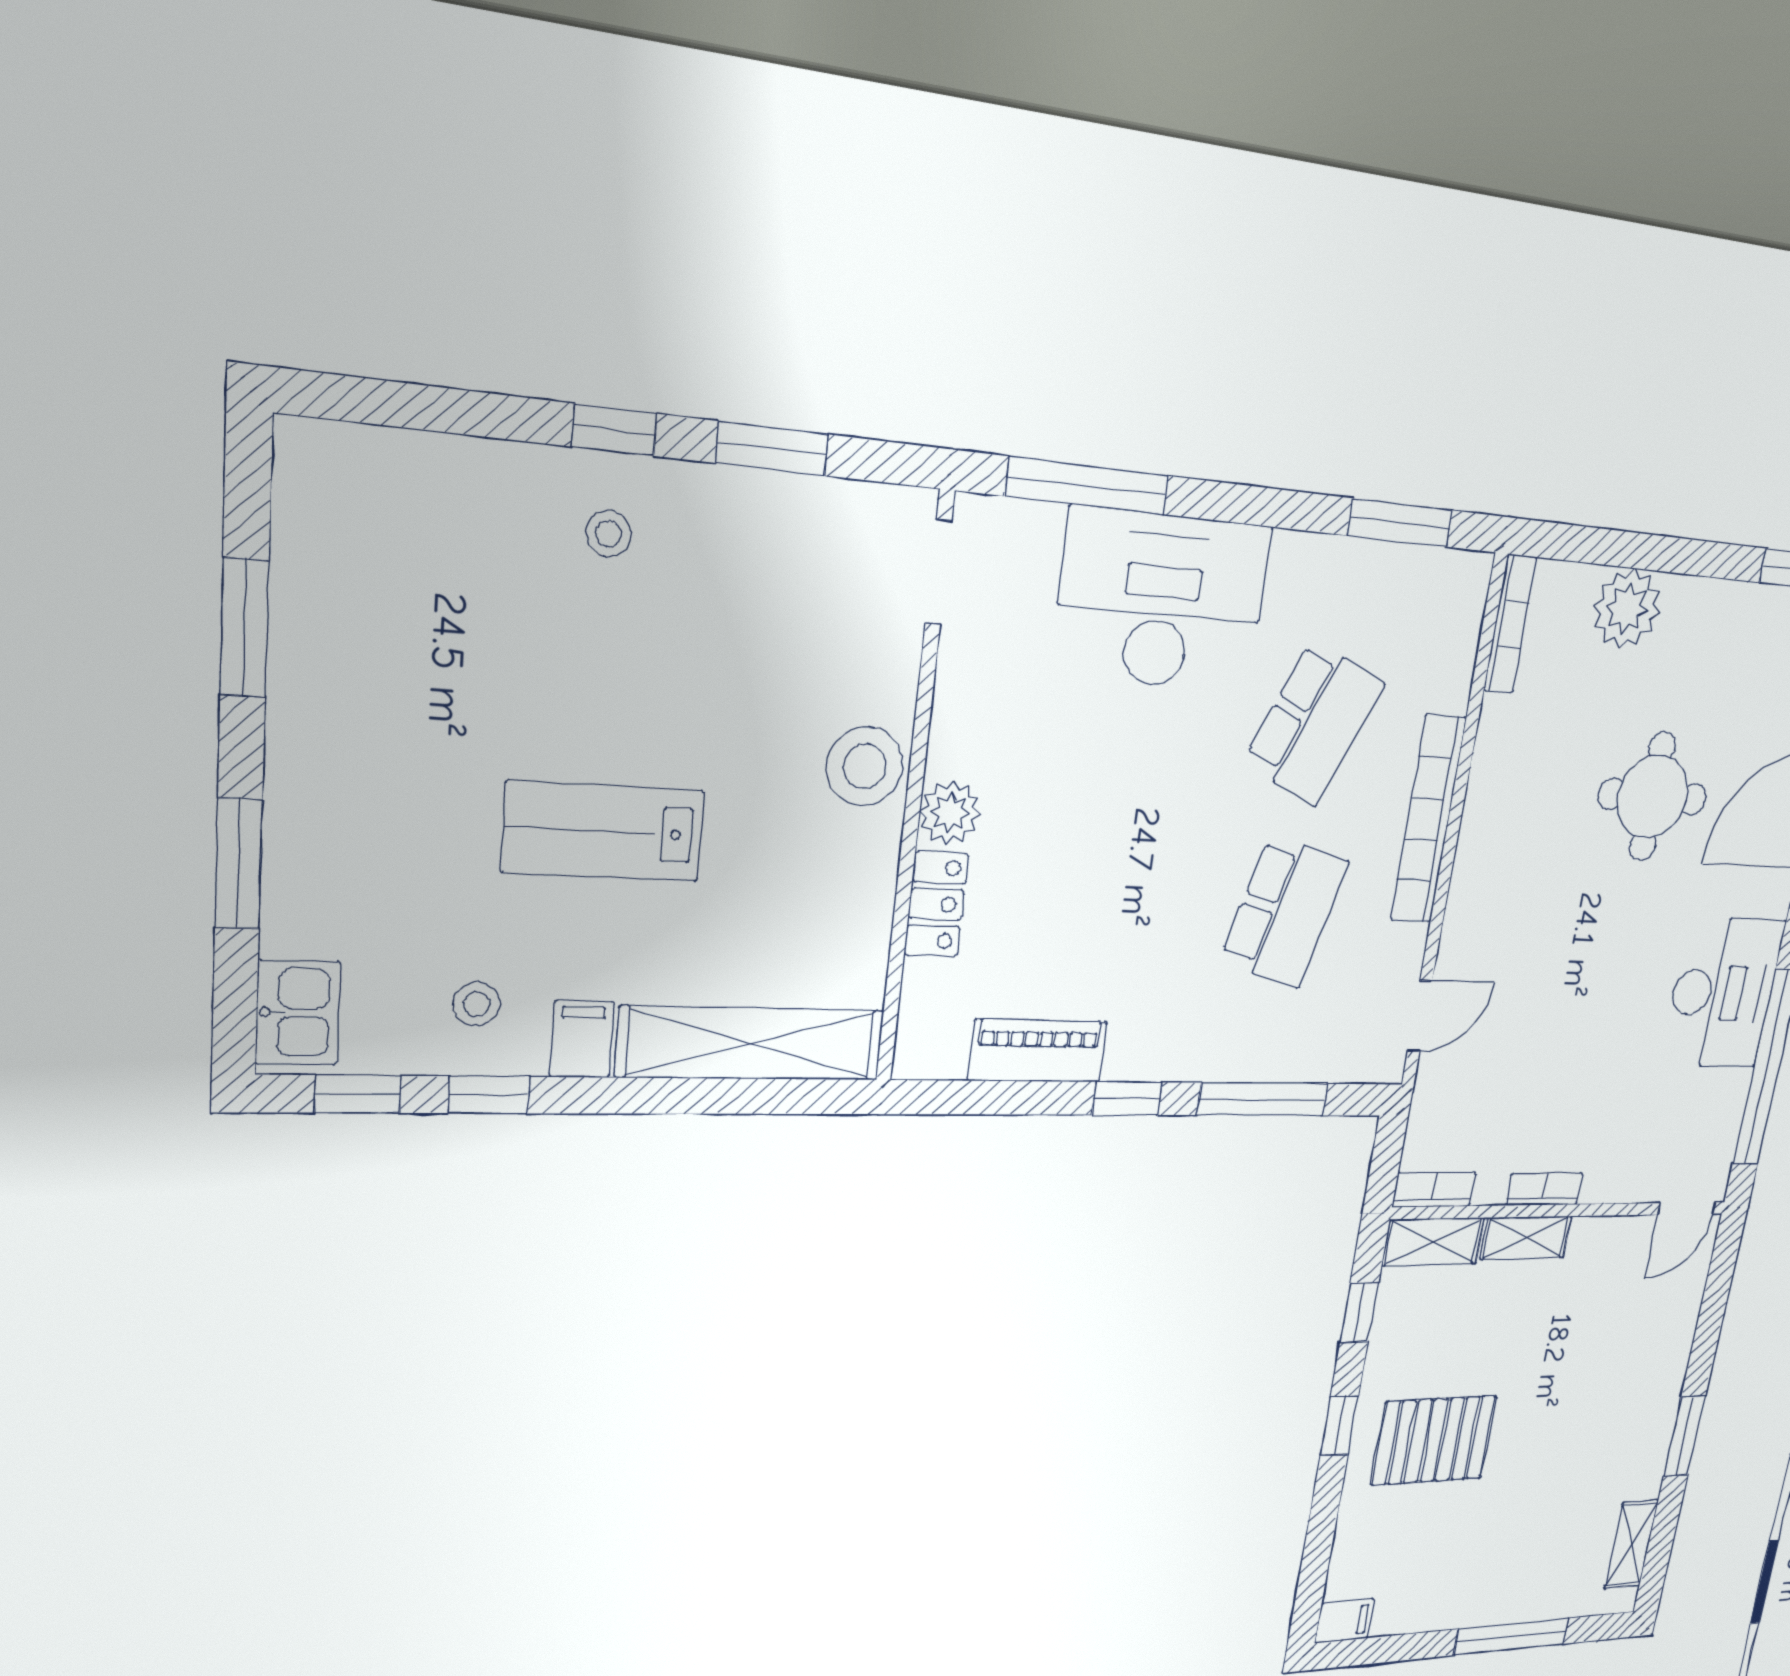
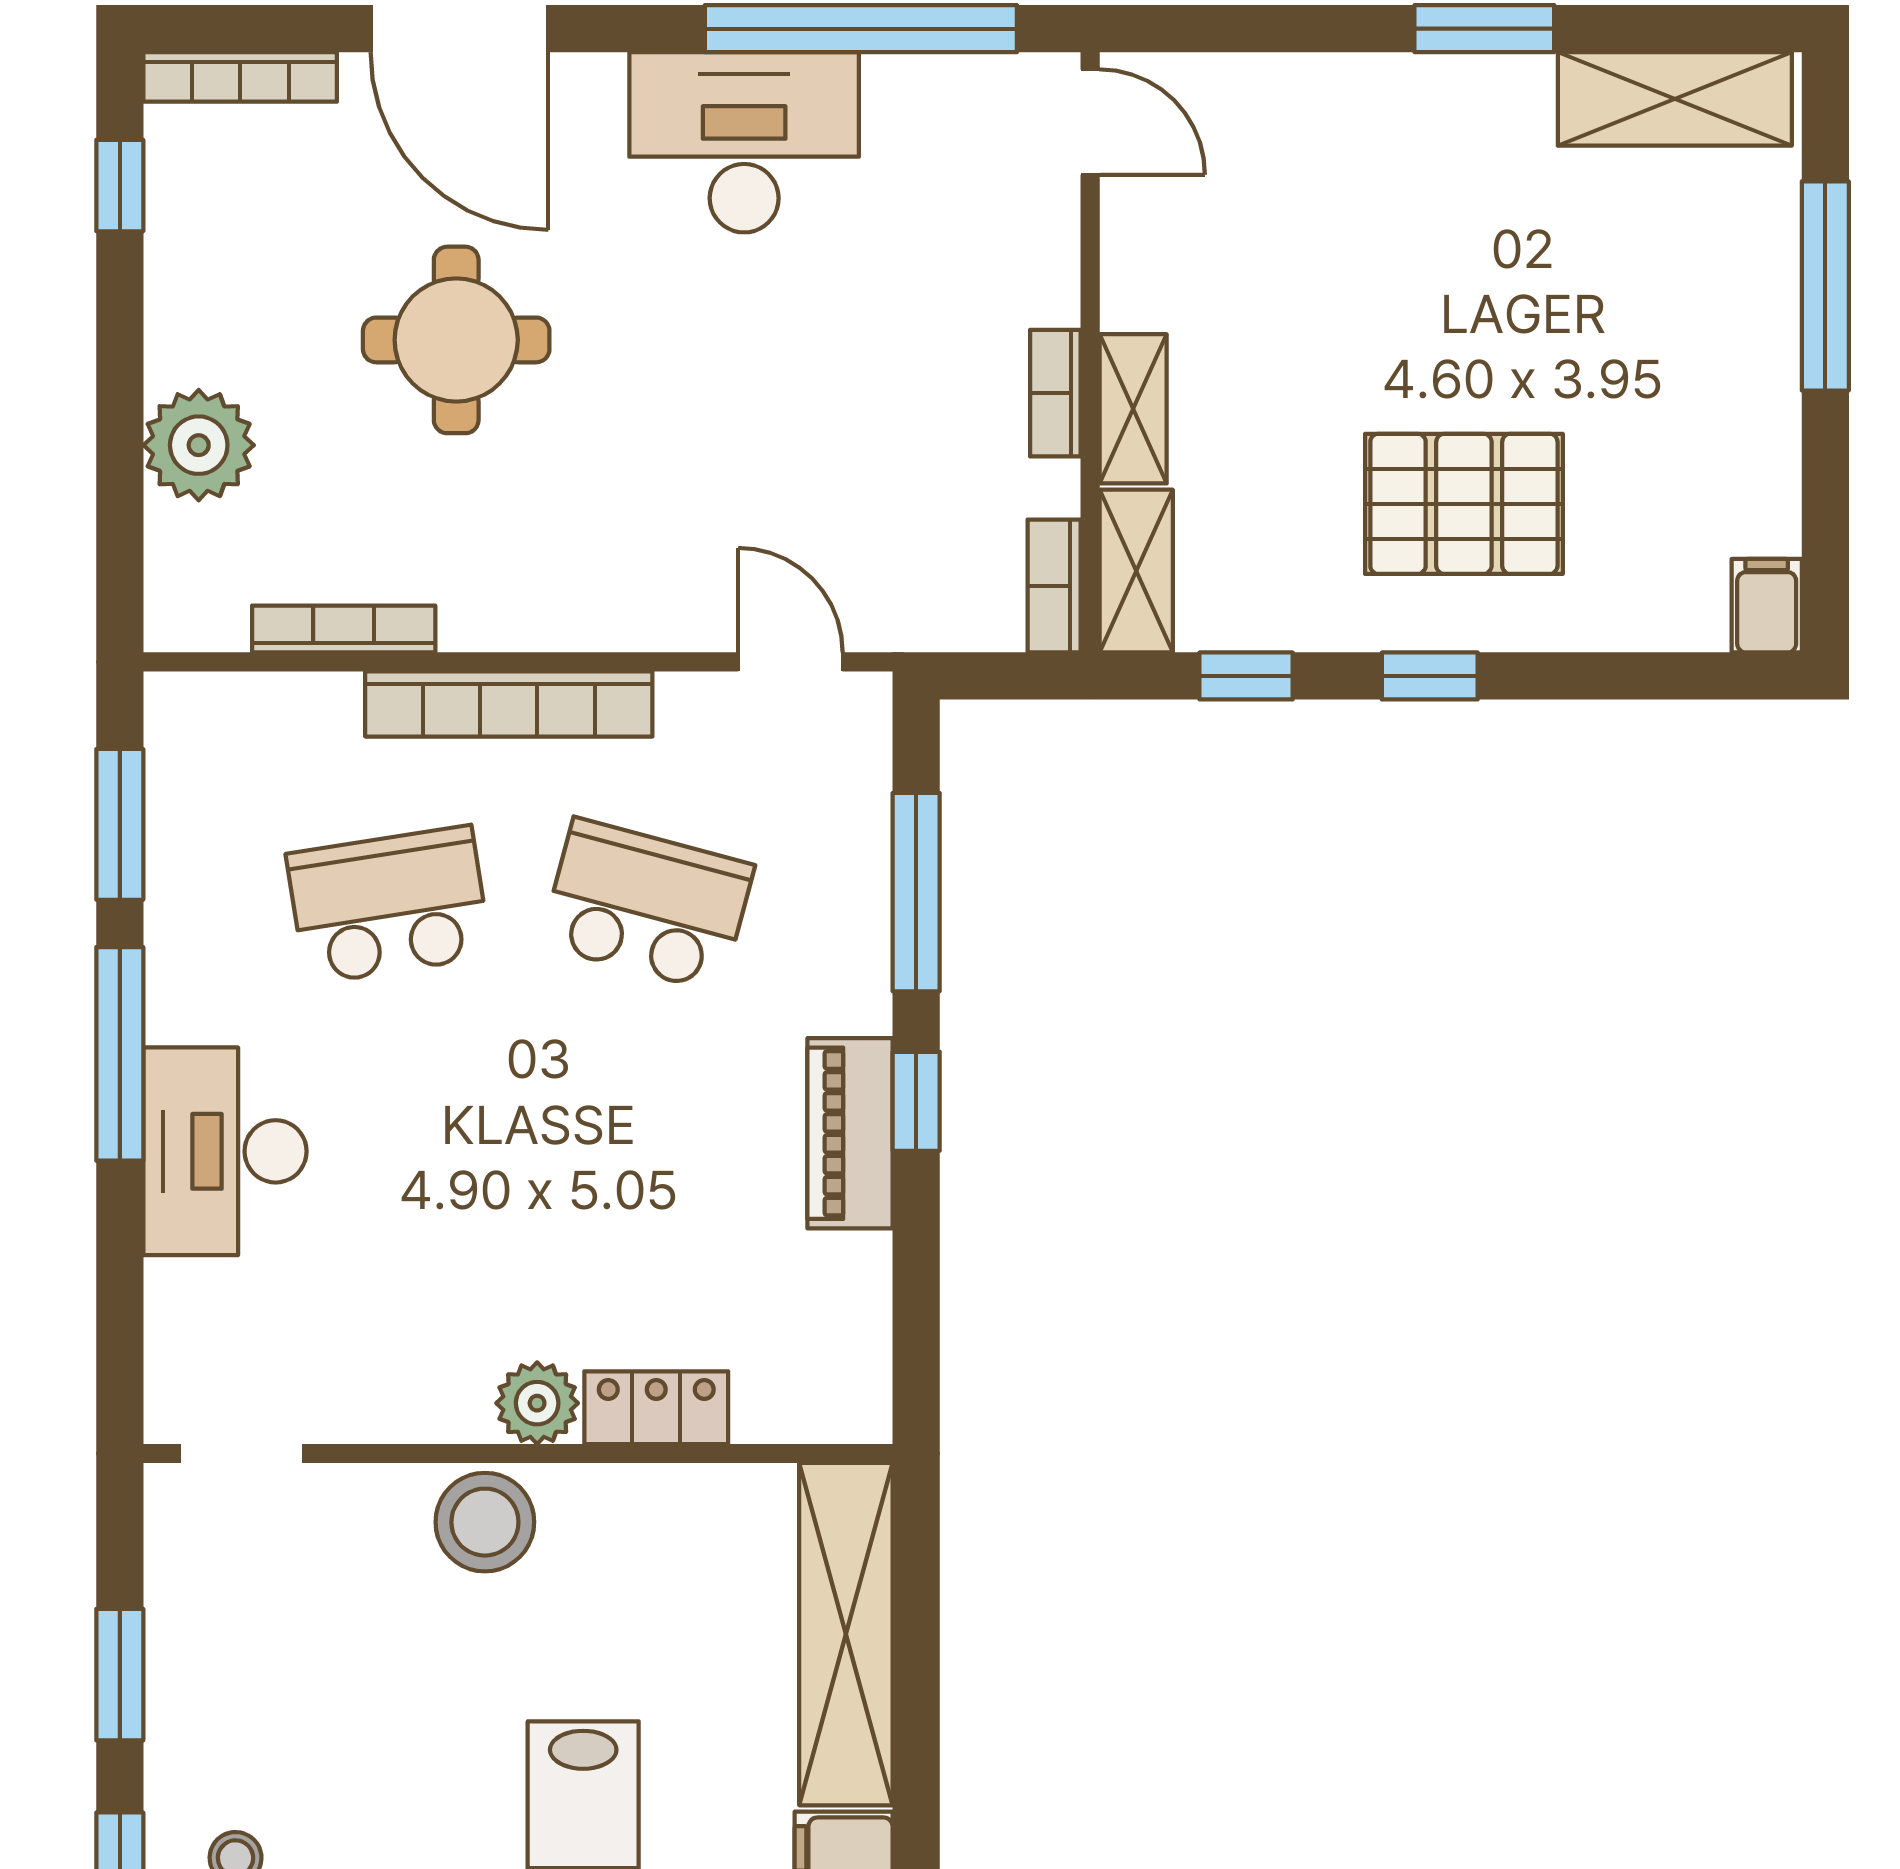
window: (1087, 486) -> (120, 1054), moved
desk: (1161, 601) -> (225, 1151), width x0.73, depth x0.77
bookcase: (1510, 624) -> (344, 629), moved
school desk: (1314, 723) -> (389, 905), turned -33
piano: (1038, 1051) -> (850, 1133), moved
pallet: (1434, 1440) -> (1464, 504), turned 90
shelving: (1631, 1545) -> (1675, 99), width x1.50, depth x1.33

